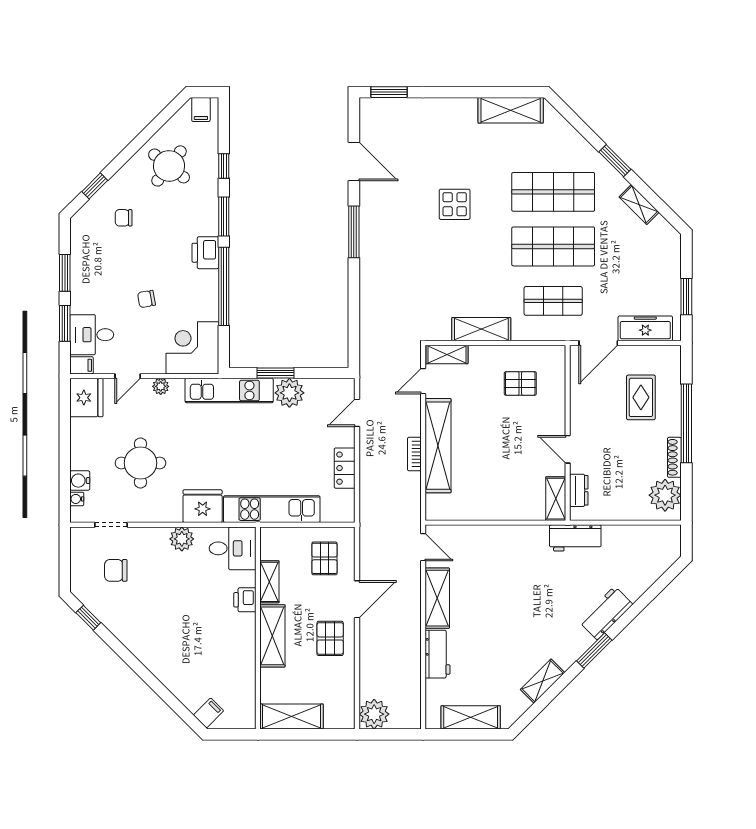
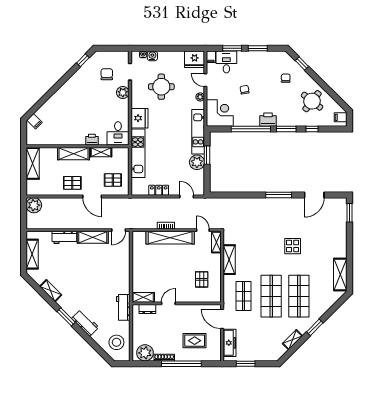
plant: (182, 539) -> (123, 93), moved
stool: (644, 551) -> (116, 342), added

